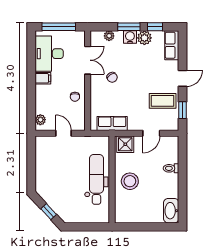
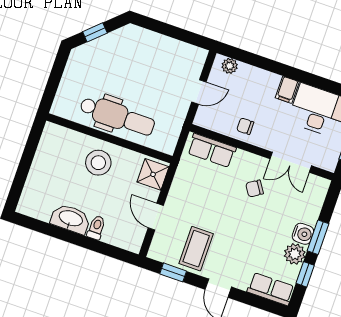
plant: (109, 36) -> (315, 205), removed
row of seats: (112, 124) -> (212, 150), moved, turned 90
washbasin: (171, 211) -> (71, 219), moved

